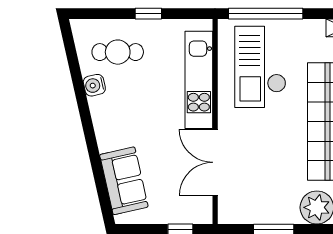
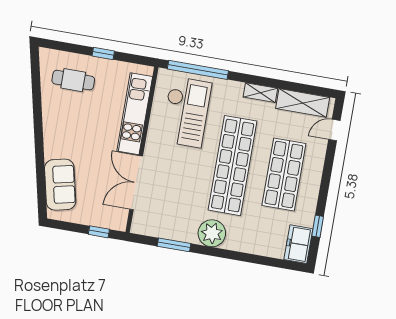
checkout: (260, 67) -> (186, 112), turned 180
water cooler: (94, 85) -> (50, 103), removed

